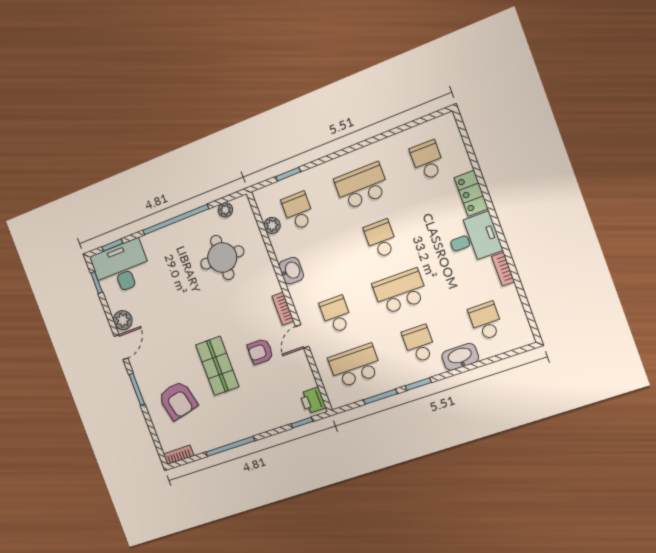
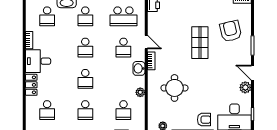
school desk: (362, 186) -> (85, 110), width x0.54
plant: (272, 225) -> (140, 92), moved
round table: (222, 257) -> (174, 88), moved
washbasin: (291, 271) -> (139, 68), moved
school desk: (400, 291) -> (85, 48), width x0.54
door: (302, 336) -> (146, 42), hinge flipped
door: (121, 347) -> (253, 73), hinge flipped
armchair: (260, 351) -> (204, 120), moved

